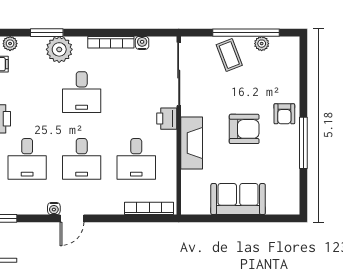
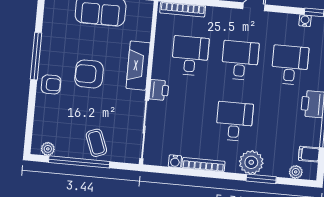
plant: (262, 44) -> (48, 149), moved
armchair: (284, 114) -> (51, 84), turned 90
water cooler: (54, 209) -> (305, 21), moved

